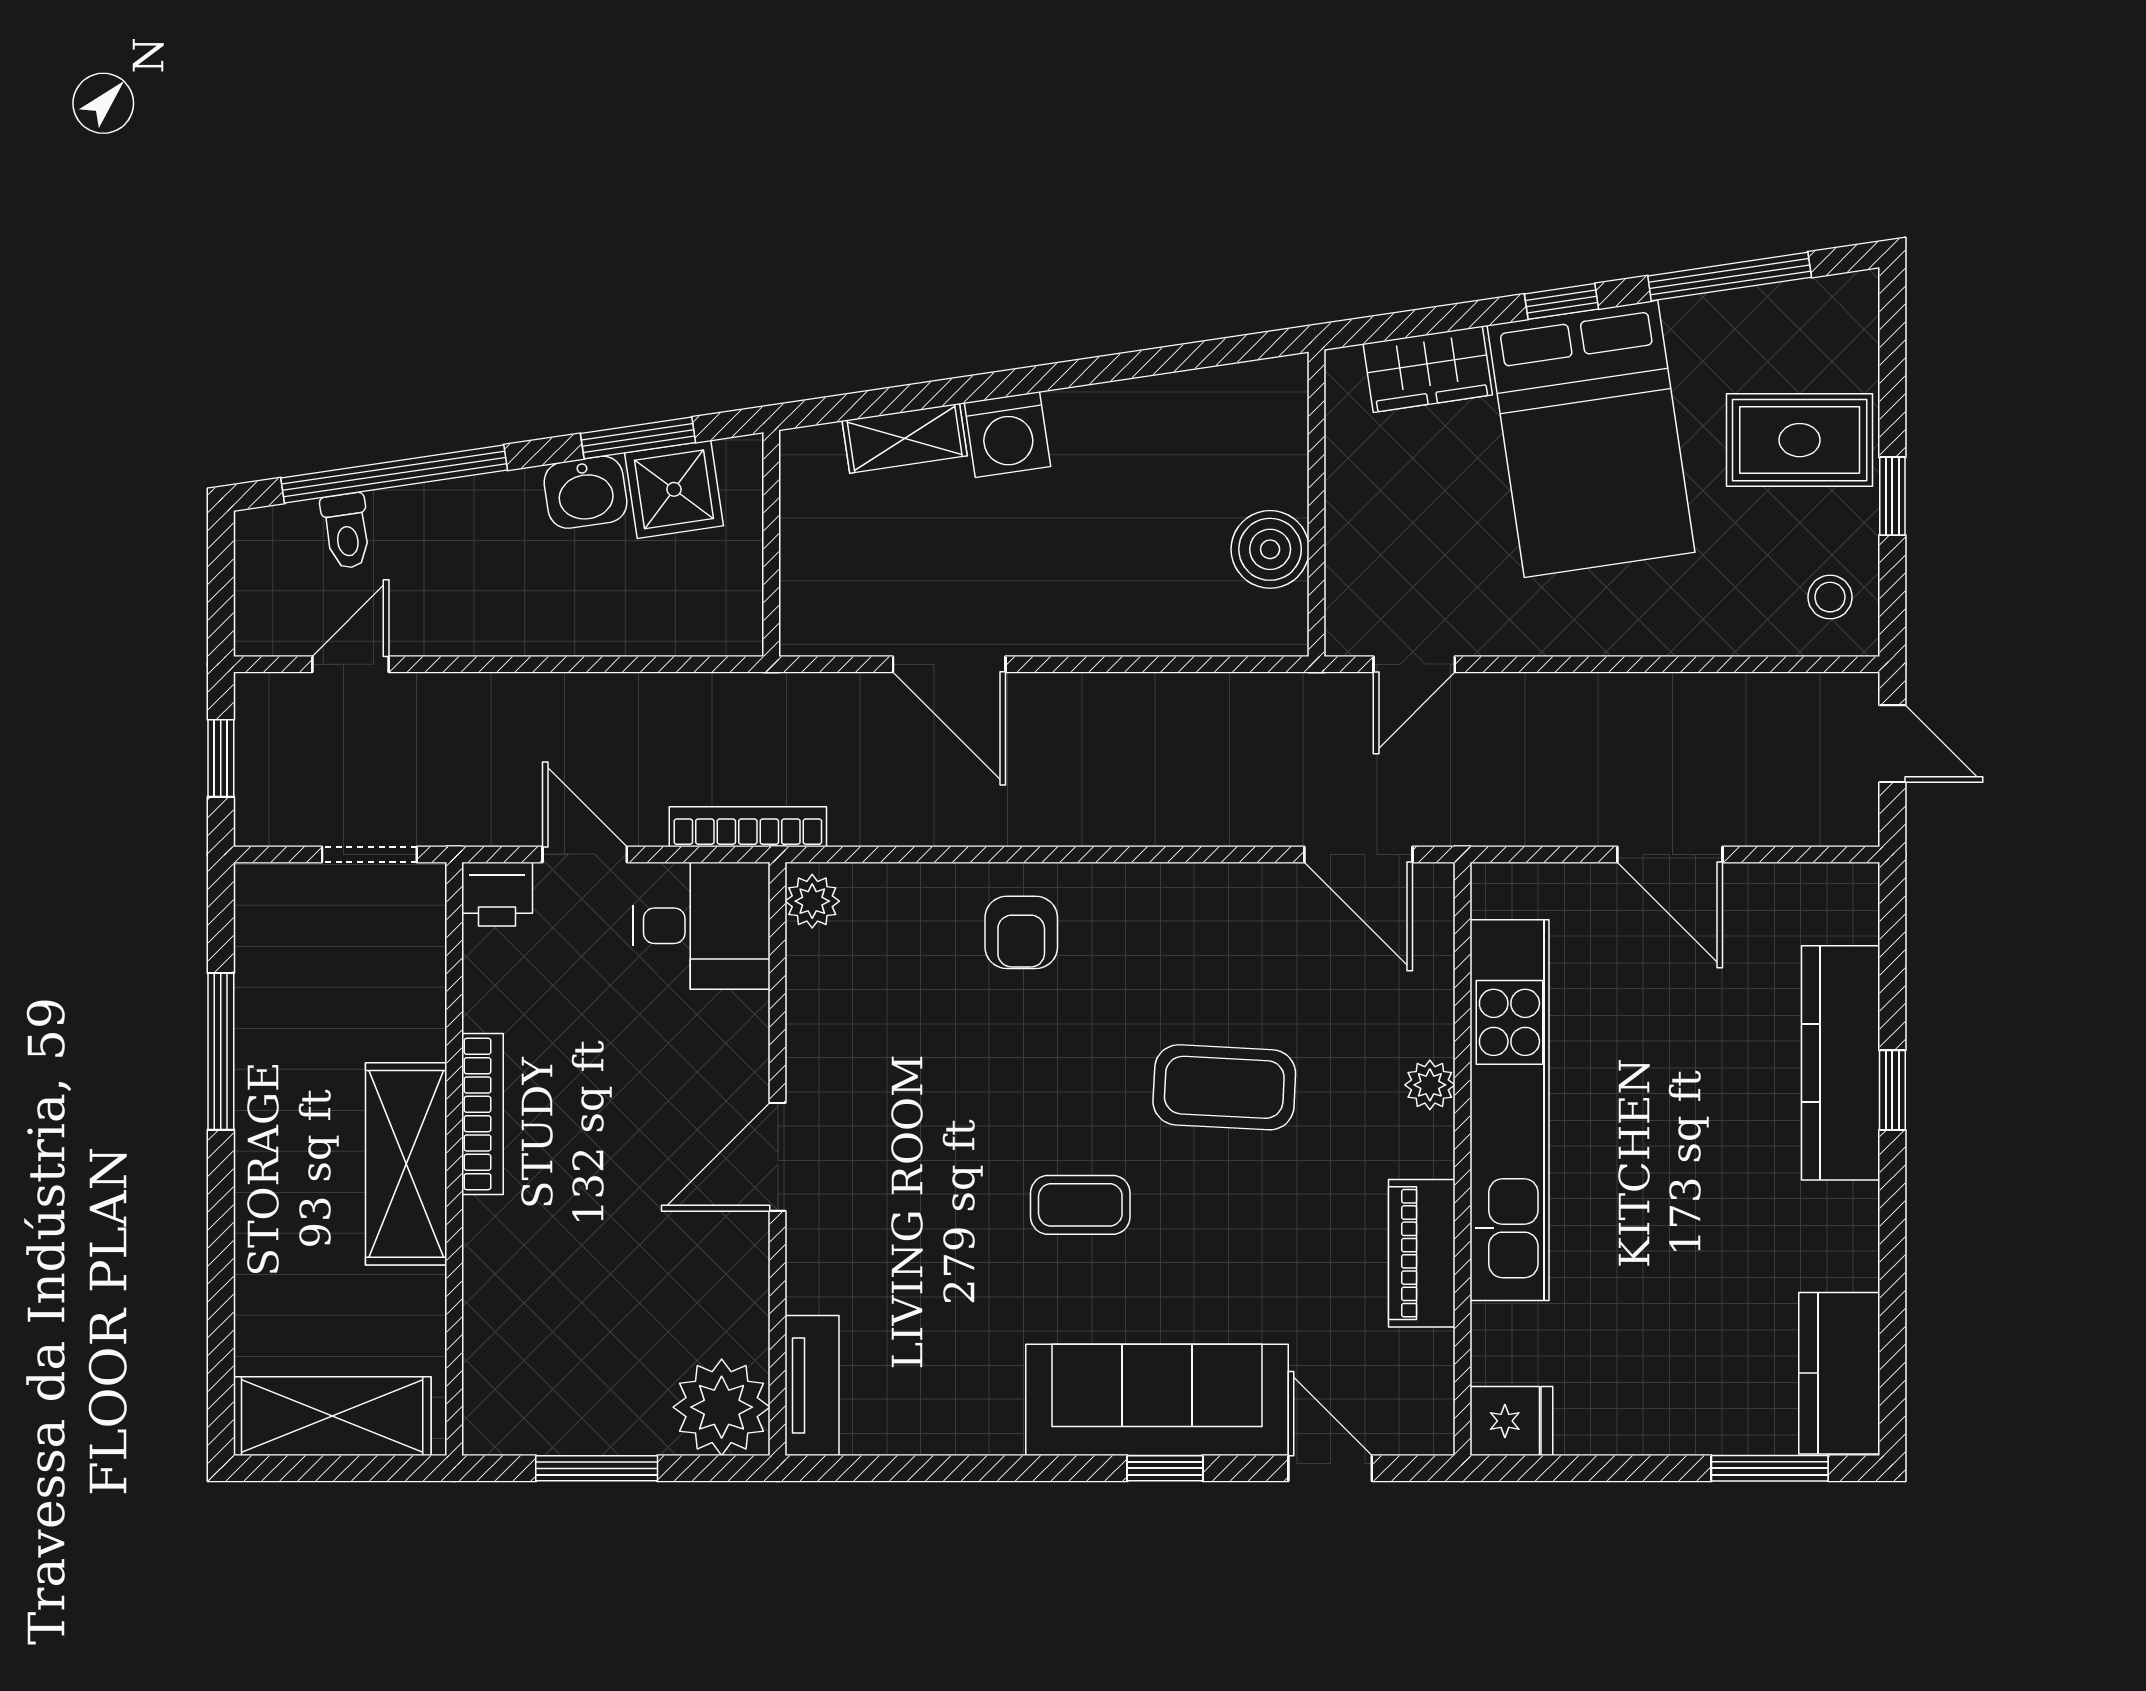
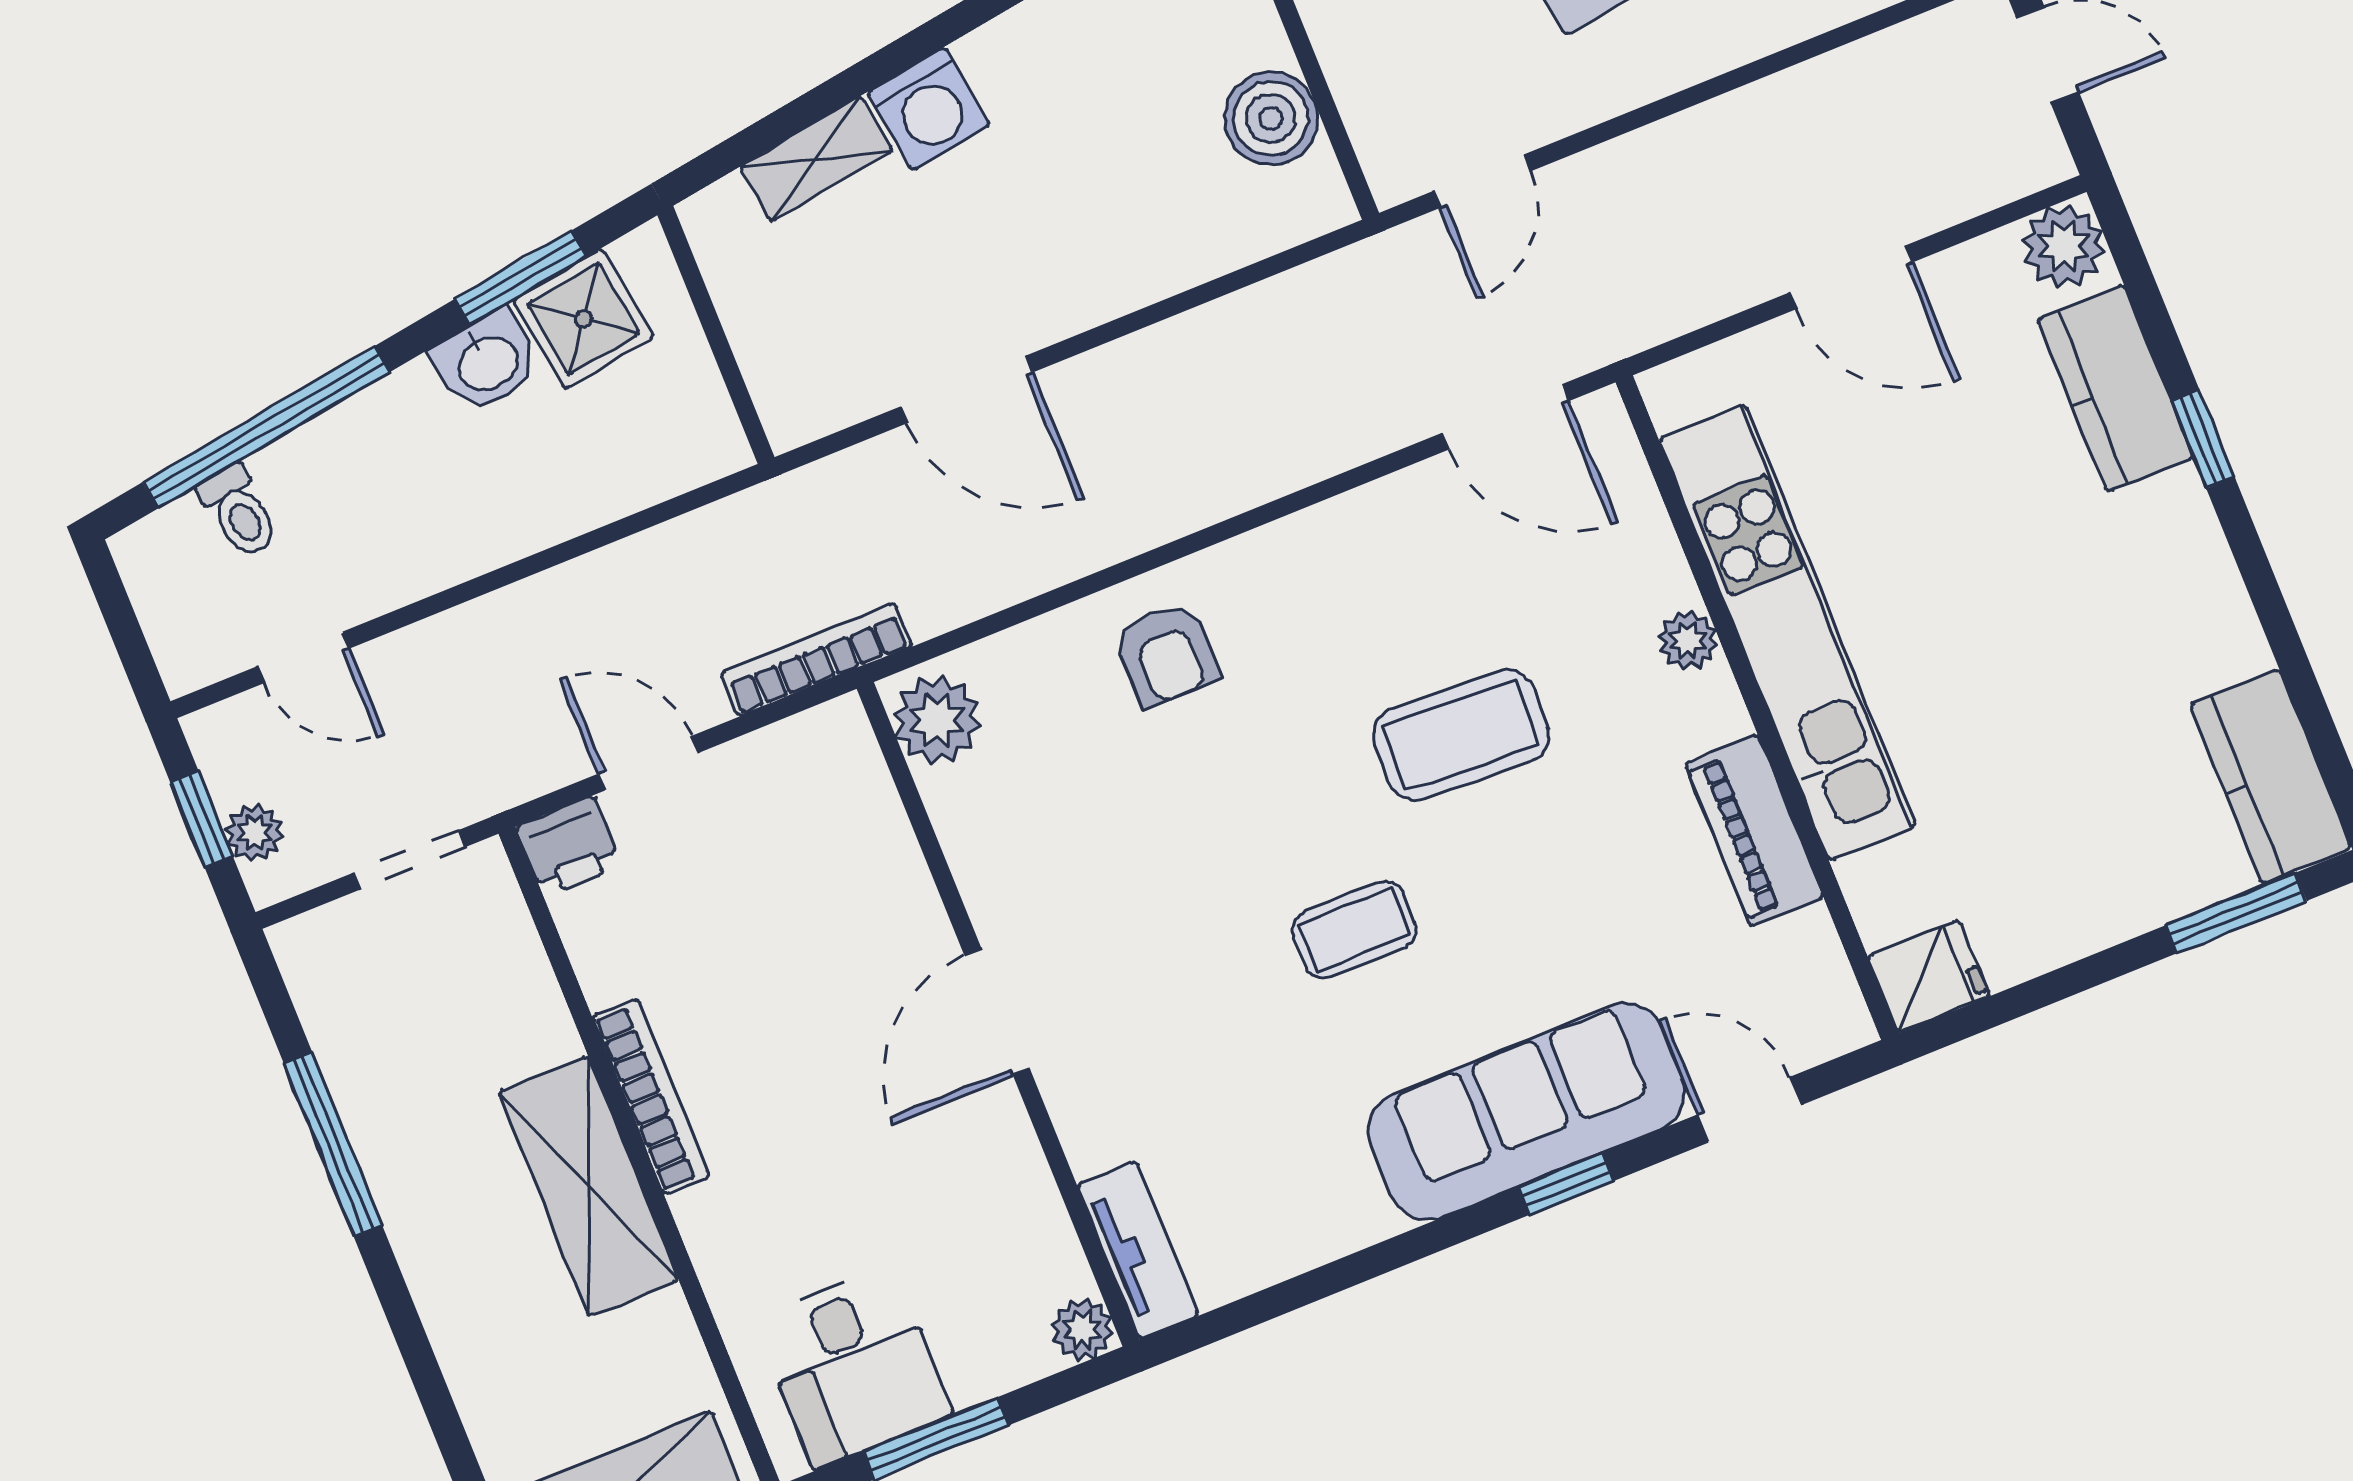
door: (350, 664) -> (303, 657), swing flipped
plant: (258, 785) -> (255, 833), added
plant: (1845, 897) -> (2064, 246), added
plant: (812, 901) -> (937, 720), width x1.38, depth x1.38
desk: (701, 926) -> (853, 1367), moved, turned 90
kitchen counter: (1841, 1063) -> (2116, 389), width x0.67
plant: (722, 1407) -> (1082, 1330), width x0.53, depth x0.53

